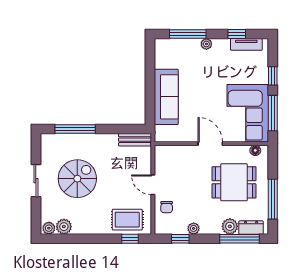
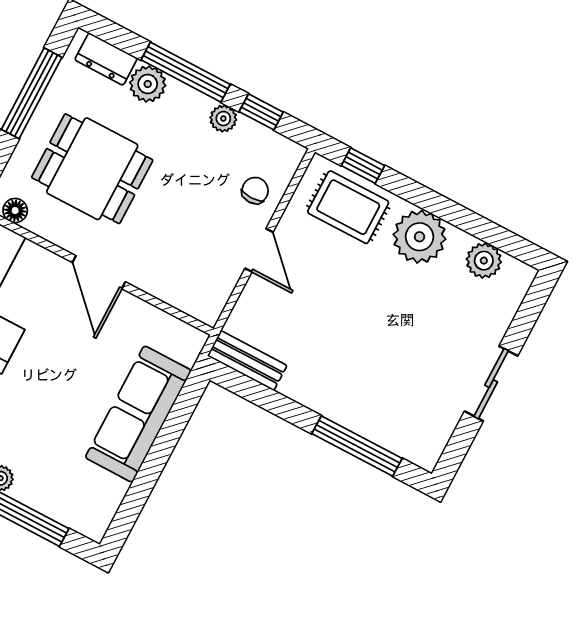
spiral stairs: (77, 179) -> (405, 343), removed
plant: (49, 228) -> (419, 237), moved, width x1.88, depth x1.88
window: (240, 239) -> (186, 72), moved

